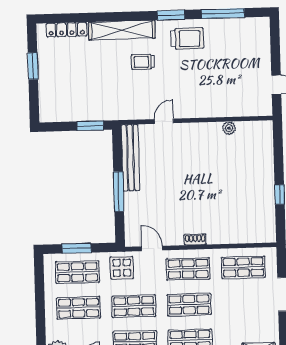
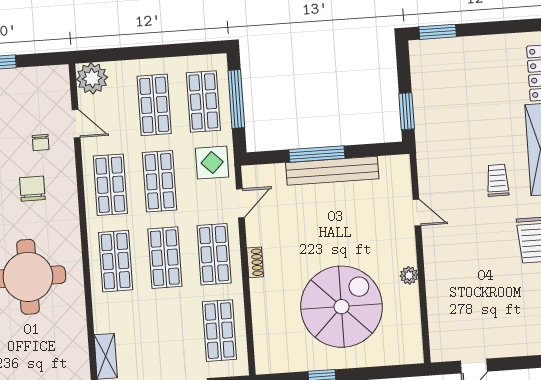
window: (33, 66) -> (438, 32), moved
plant: (229, 128) -> (409, 275), moved
bench: (131, 158) -> (332, 171), moved
spiral stairs: (230, 178) -> (342, 307), added
window: (77, 248) -> (236, 99), width x1.44

